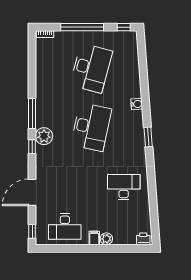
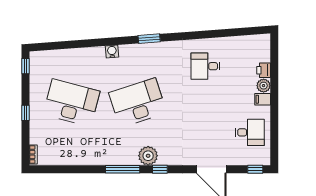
window: (82, 27) -> (26, 113), width x0.32
desk: (91, 127) -> (138, 103), turned -30
desk: (124, 187) -> (205, 66), width x0.73
desk: (65, 227) -> (250, 132), width x0.73
printer: (143, 239) -> (264, 70), moved

